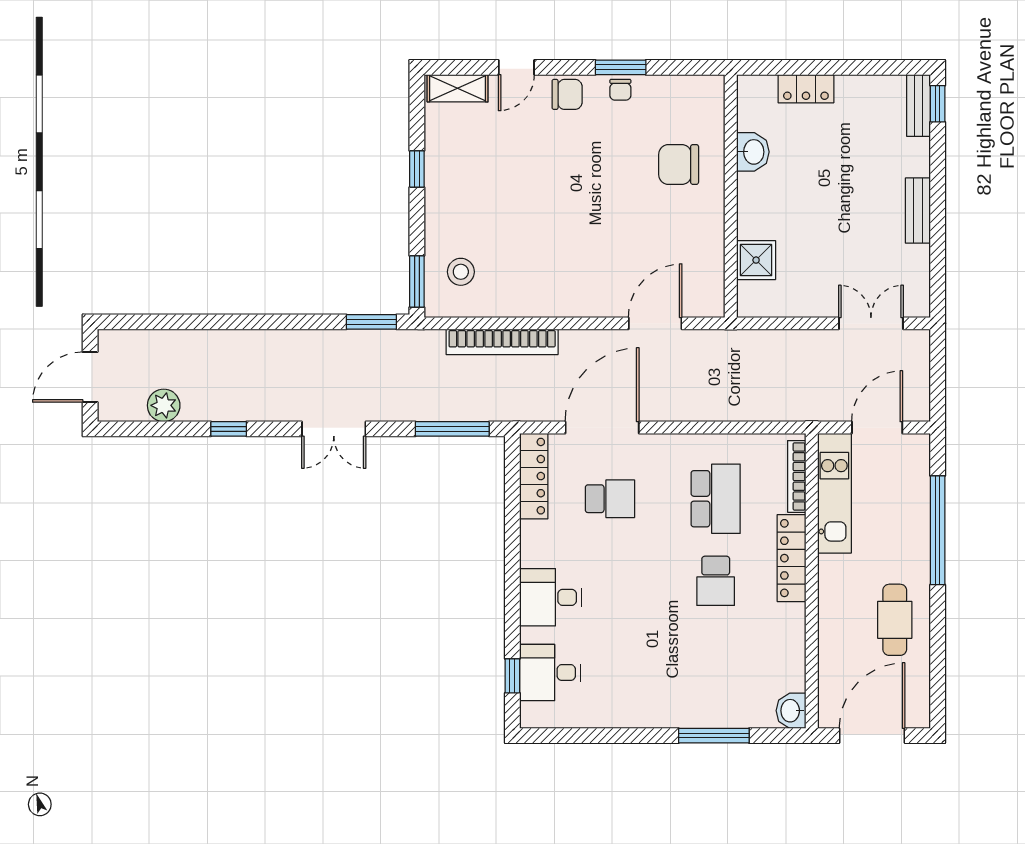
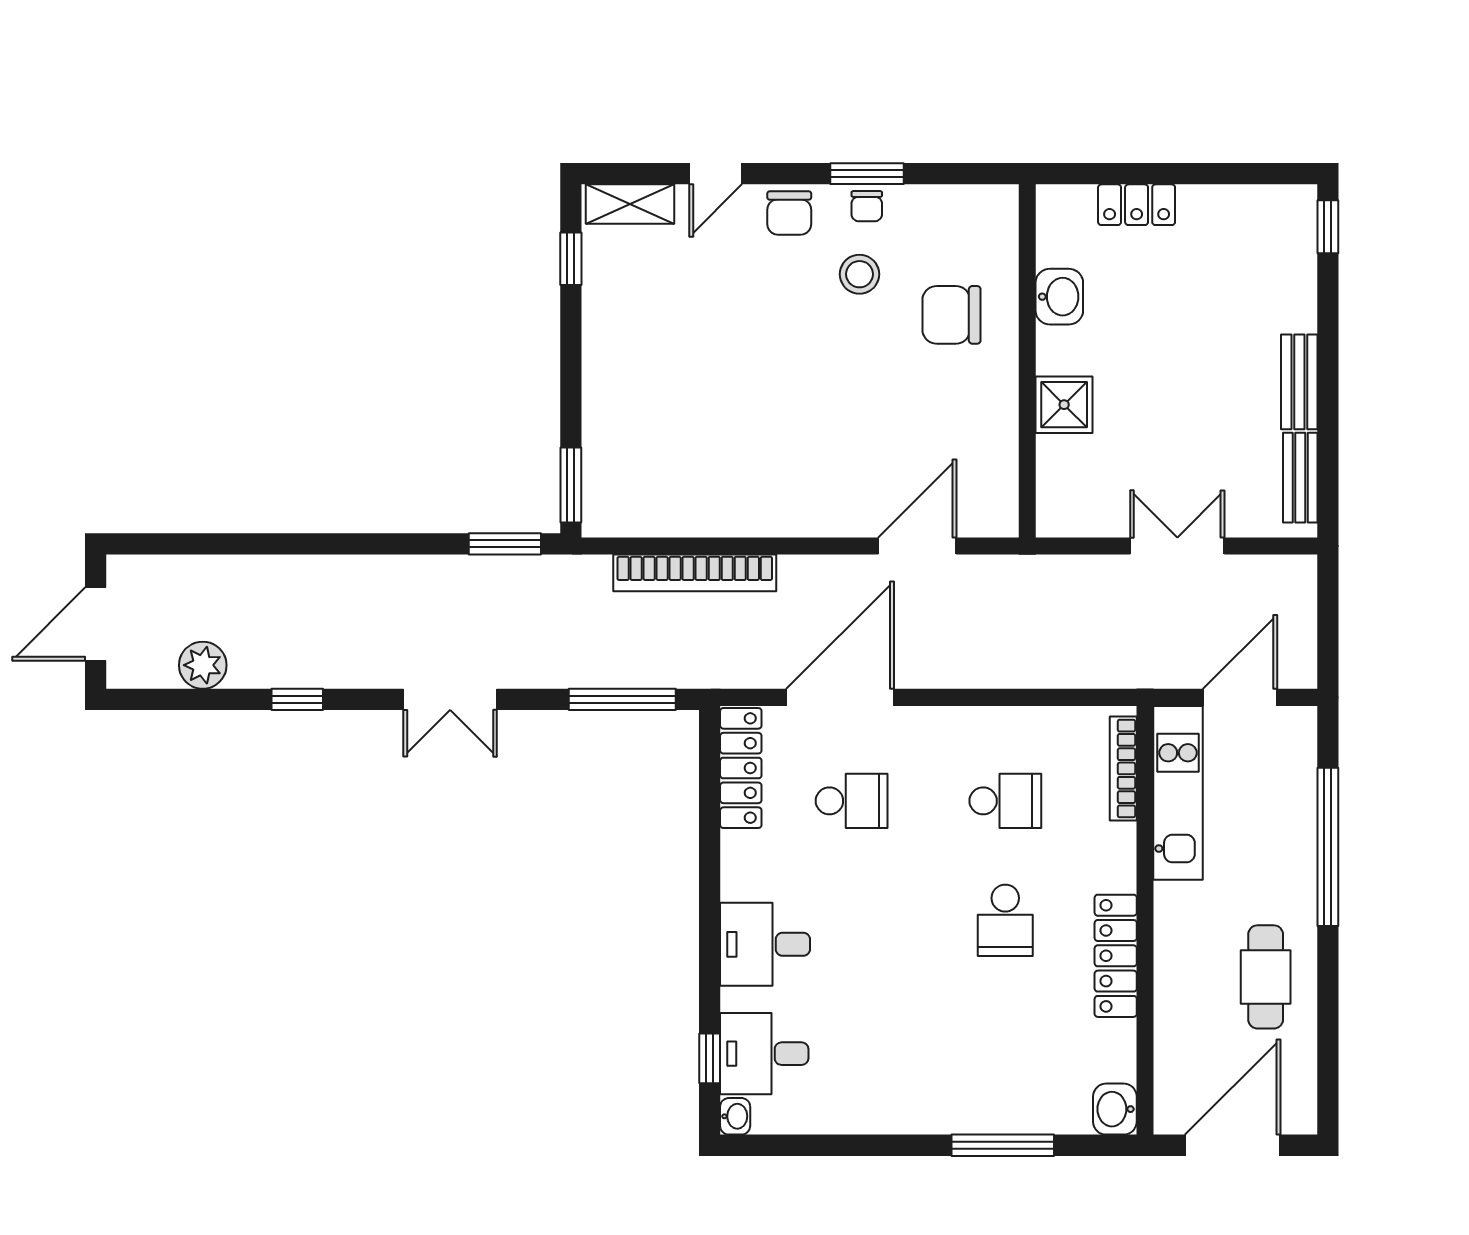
chair: (567, 94) -> (789, 213), turned 90
bench: (919, 106) -> (1300, 478), moved
window: (417, 169) -> (571, 259), moved
shower: (756, 260) -> (1064, 405), moved
stool: (461, 272) -> (859, 274), moved
double door: (871, 323) -> (1177, 546), moved
school desk: (716, 499) -> (1005, 801), width x0.54
locker: (792, 558) -> (1116, 956), moved
washbasin: (530, 716) -> (735, 1116), added

